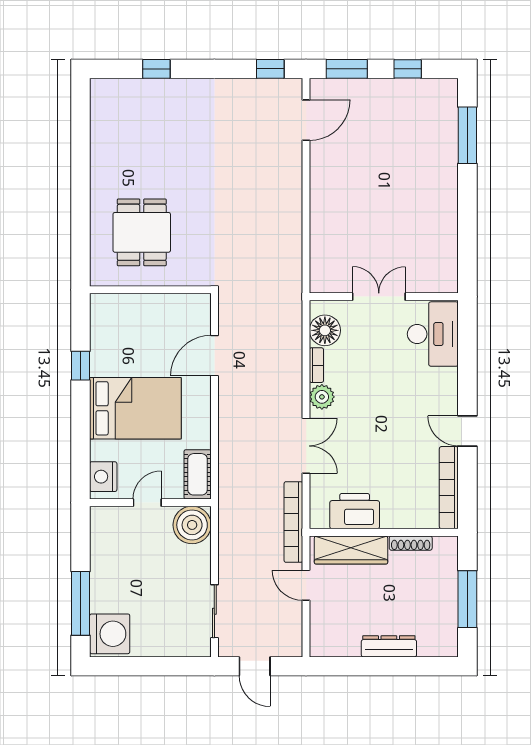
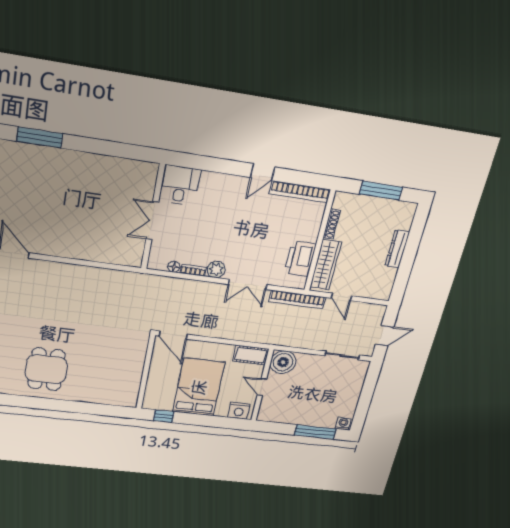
dining table: (142, 232) -> (46, 369), moved, turned 90
wall: (150, 290) -> (146, 372), moved
floor lamp: (325, 330) -> (174, 267), width x0.53, depth x0.53
desk: (433, 334) -> (180, 185), width x0.73
double door: (306, 446) -> (248, 285), swing flipped
door: (306, 585) -> (341, 297), hinge flipped
washing machine: (110, 634) -> (343, 424), width x0.53, depth x0.53

